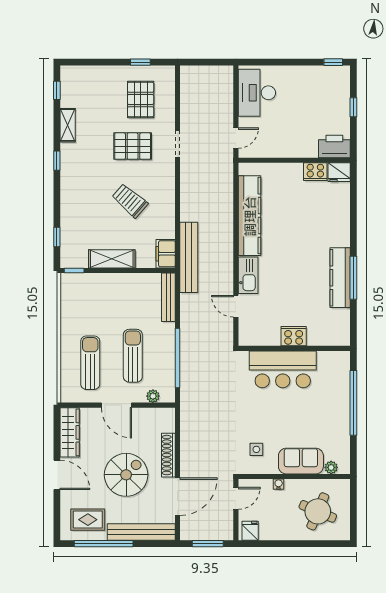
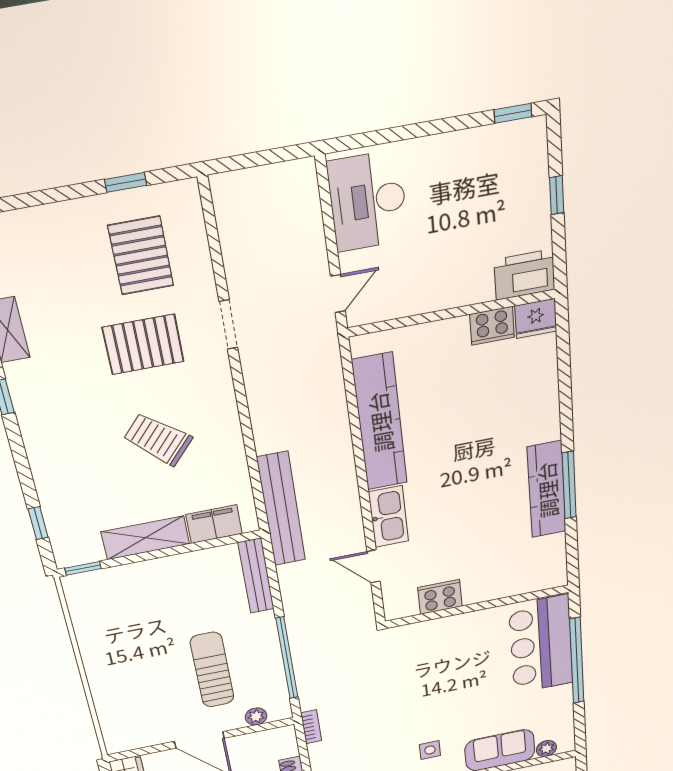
filing cabinet: (166, 254) -> (214, 524), moved, turned 90
cooker: (294, 336) -> (440, 597), moved
sun lounger: (90, 363) -> (143, 693), removed
bar counter: (283, 369) -> (541, 645), moved, turned 90
bookcase: (185, 412) -> (311, 727), added

